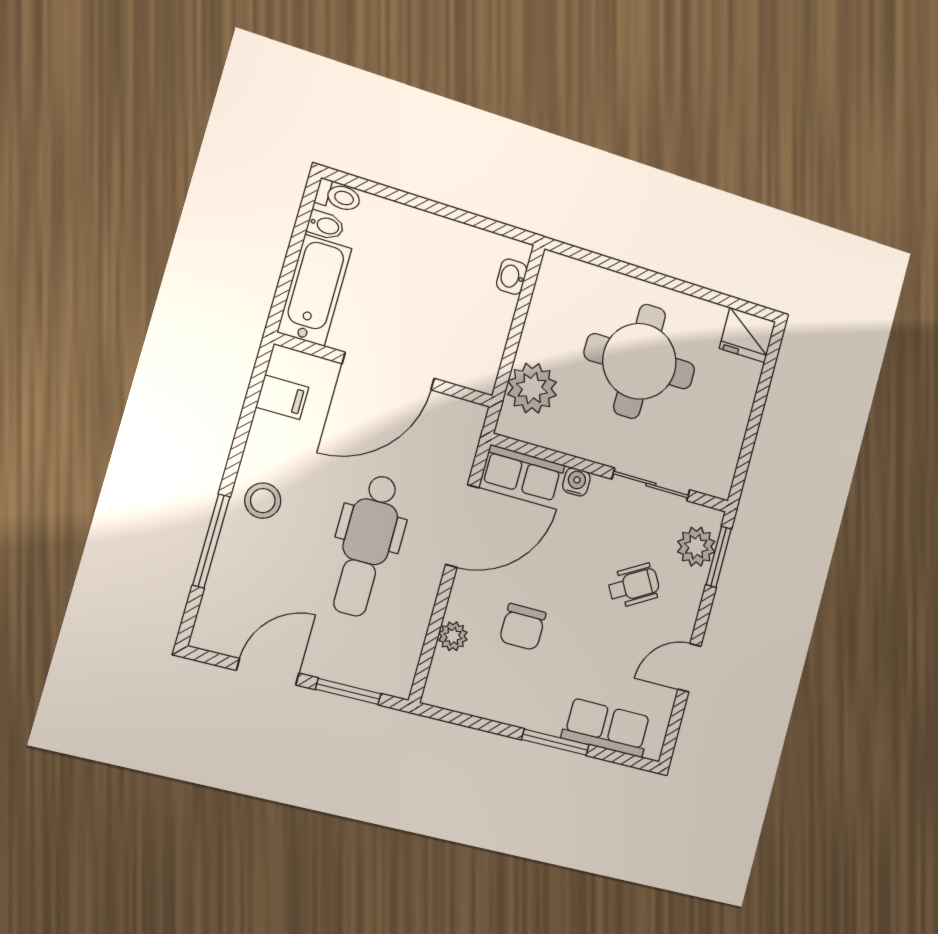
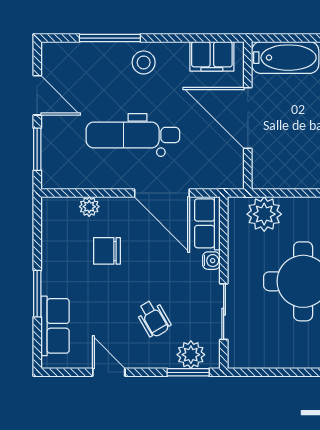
filing cabinet: (282, 397) -> (212, 56), width x2.00

